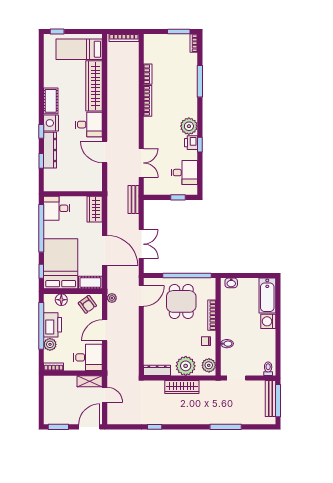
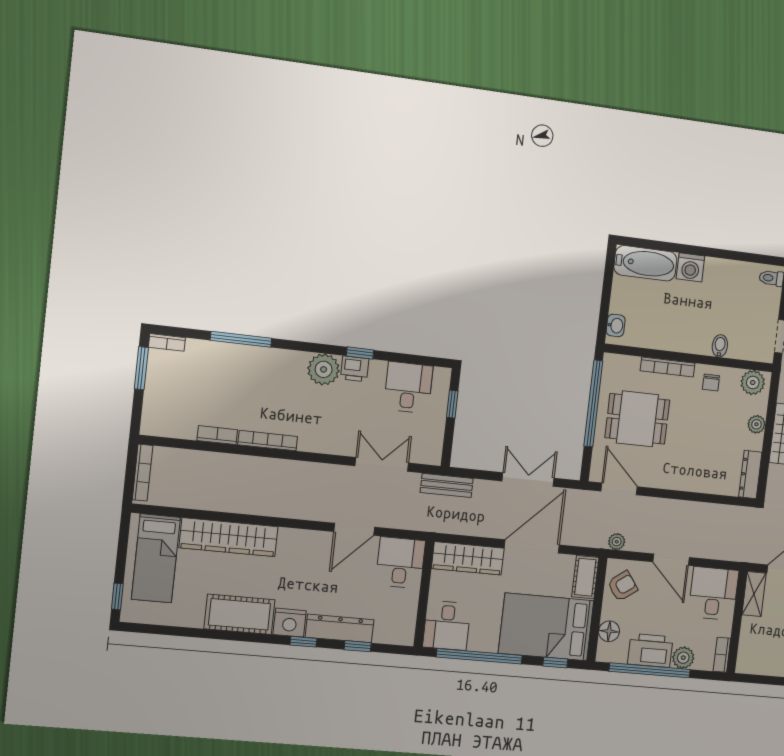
cot: (51, 101) -> (240, 614), width x1.37, depth x1.34
desk: (89, 125) -> (400, 563), moved
wardrobe: (95, 209) -> (468, 558), width x1.50
plant: (186, 366) -> (756, 424), width x0.53, depth x0.53

